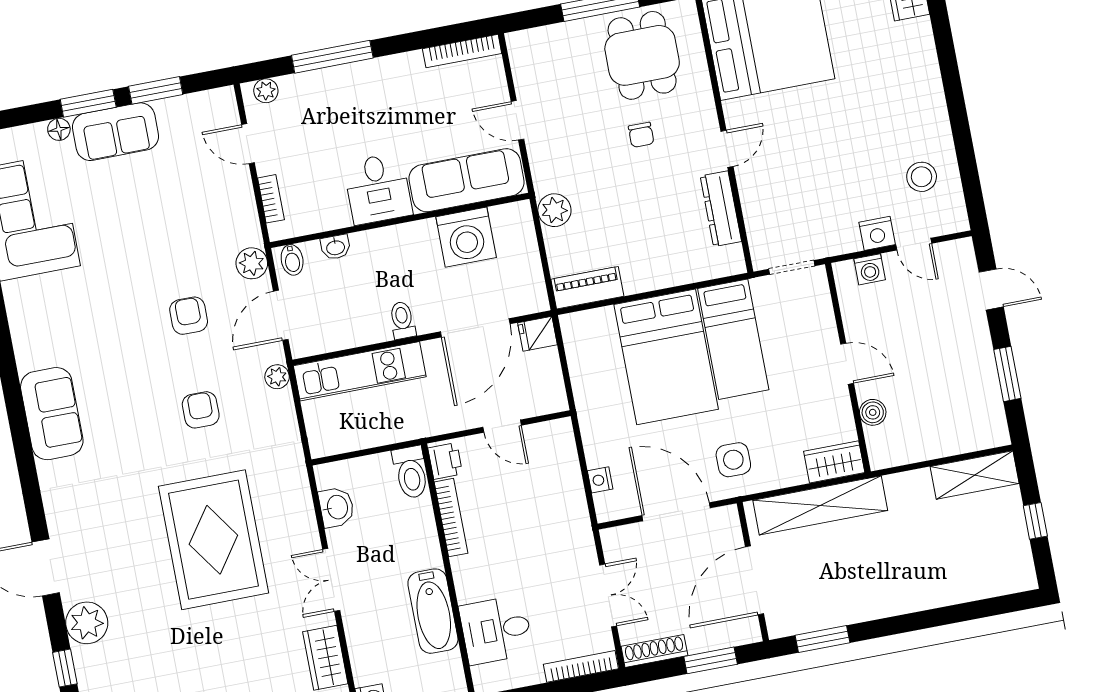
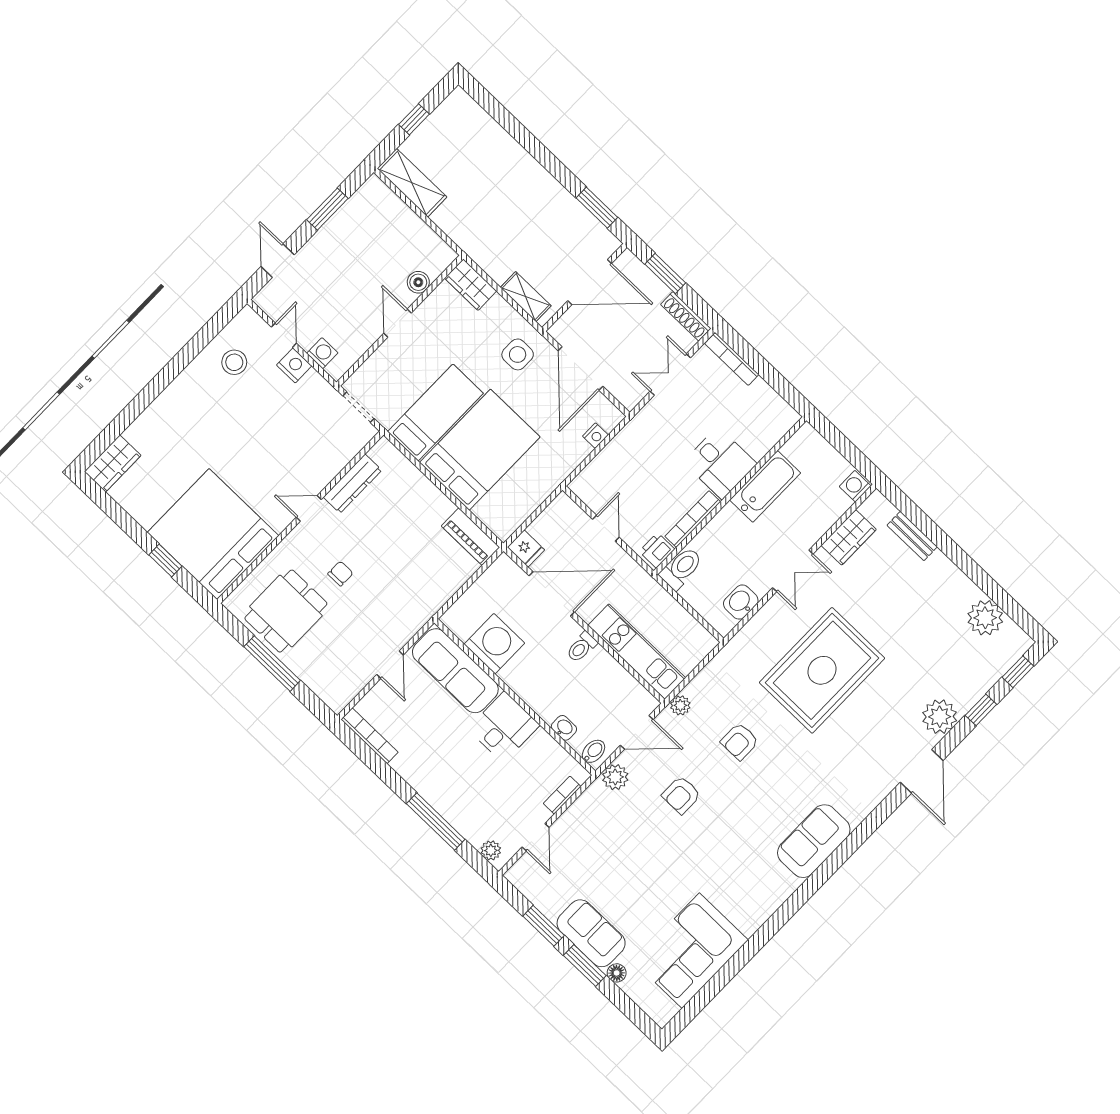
plant: (554, 210) -> (433, 596), removed
shelving: (820, 505) -> (526, 297), width x0.45, depth x0.75
desk: (496, 630) -> (720, 463), moved

